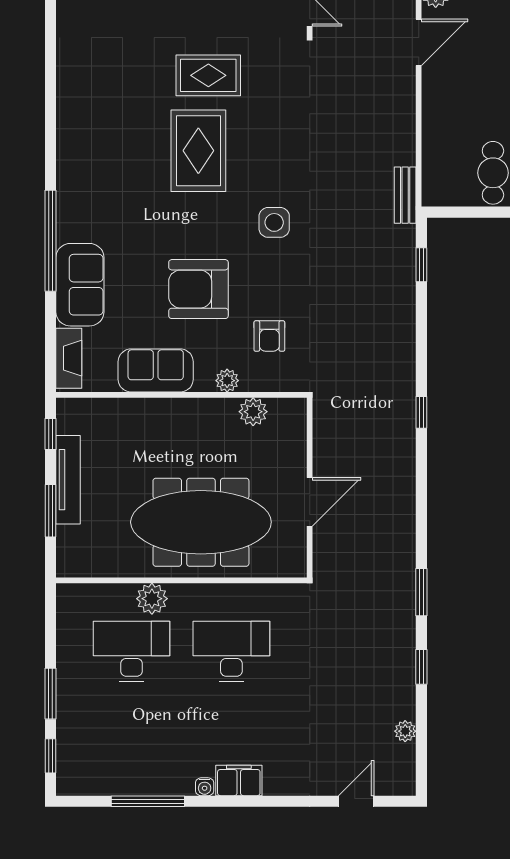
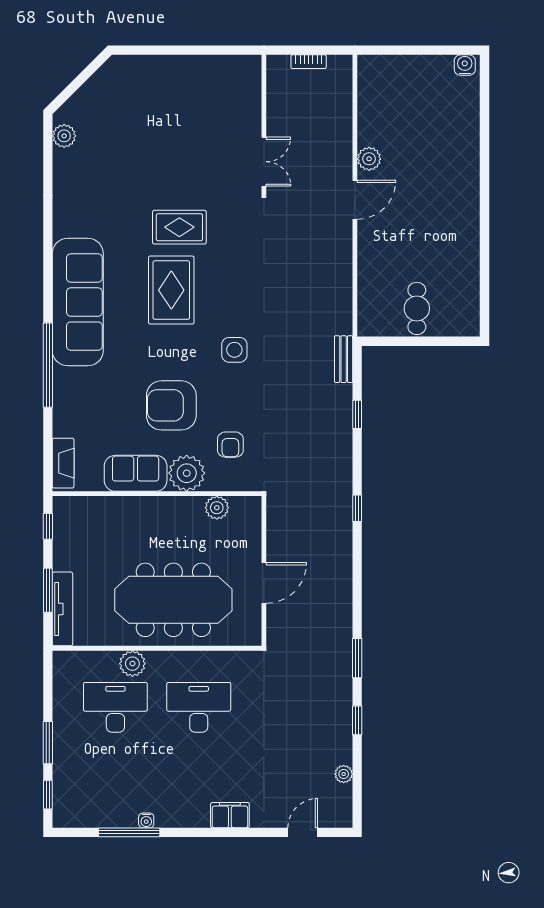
bench: (405, 195) -> (344, 359), moved
window: (421, 265) -> (357, 414), moved
sofa: (80, 285) -> (78, 302), moved, width x1.85, depth x1.27
plant: (227, 381) -> (187, 473), width x1.87, depth x1.87
tv unit: (68, 480) -> (62, 609), moved
filing cabinet: (239, 780) -> (230, 815), moved
water cooler: (205, 787) -> (146, 820), moved

